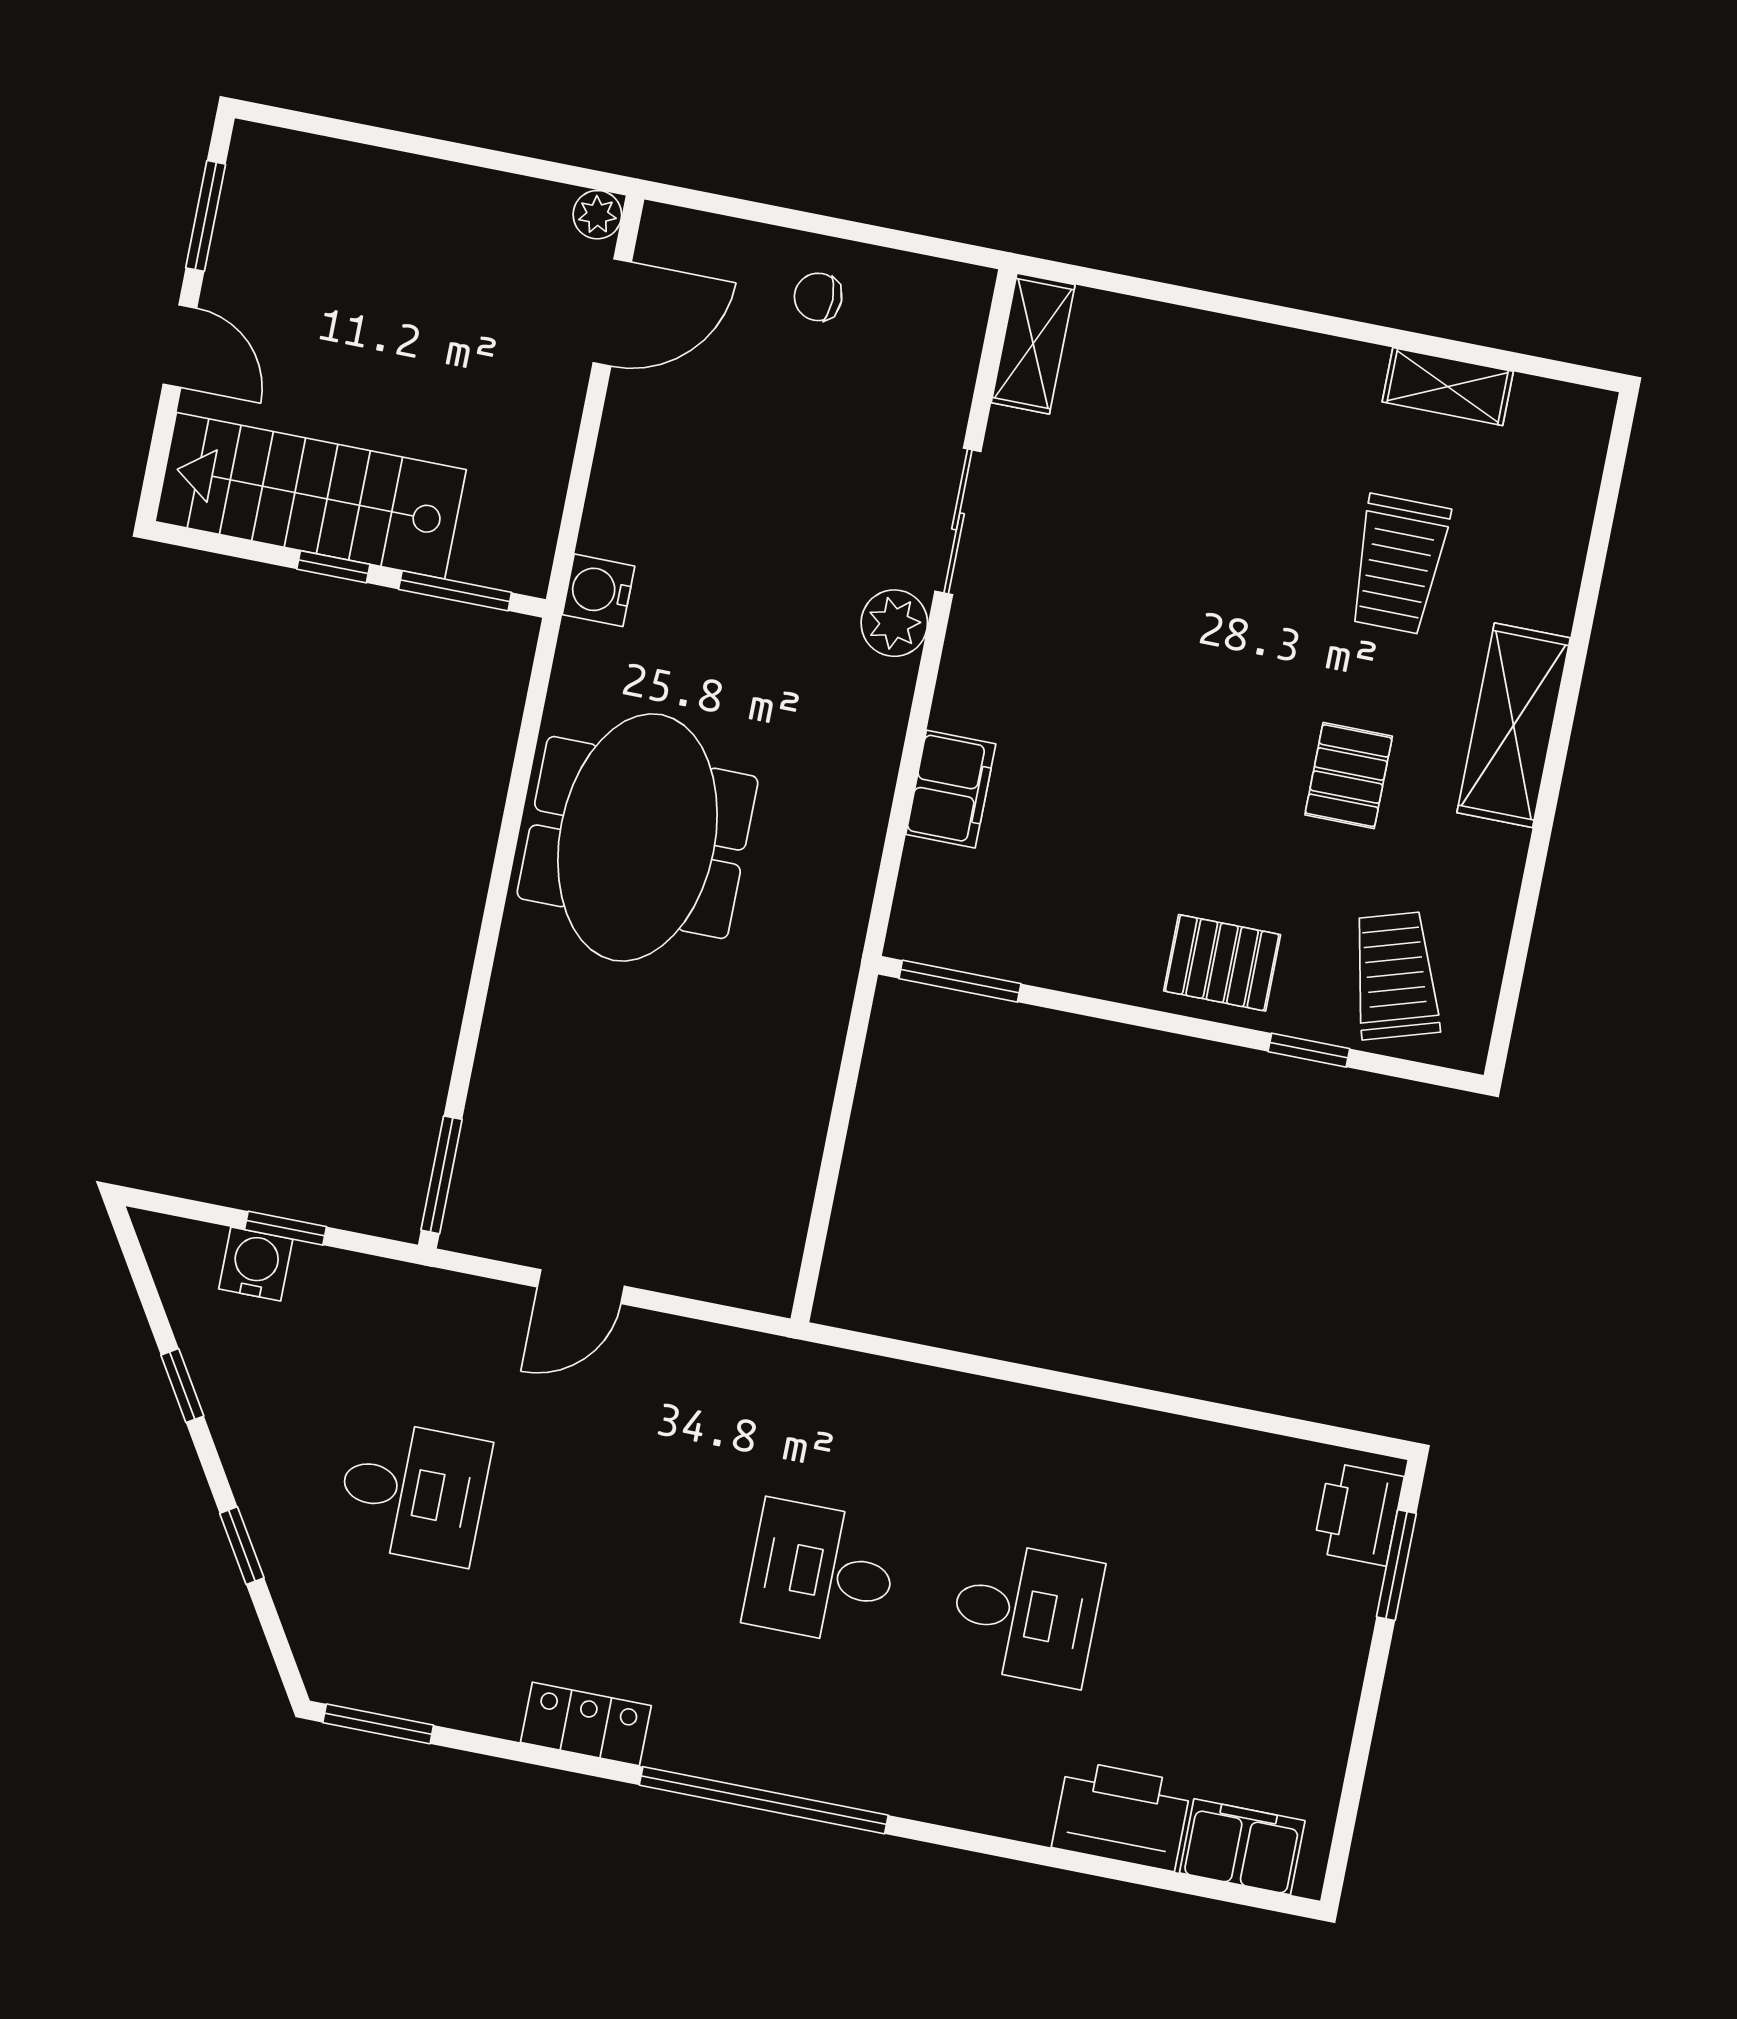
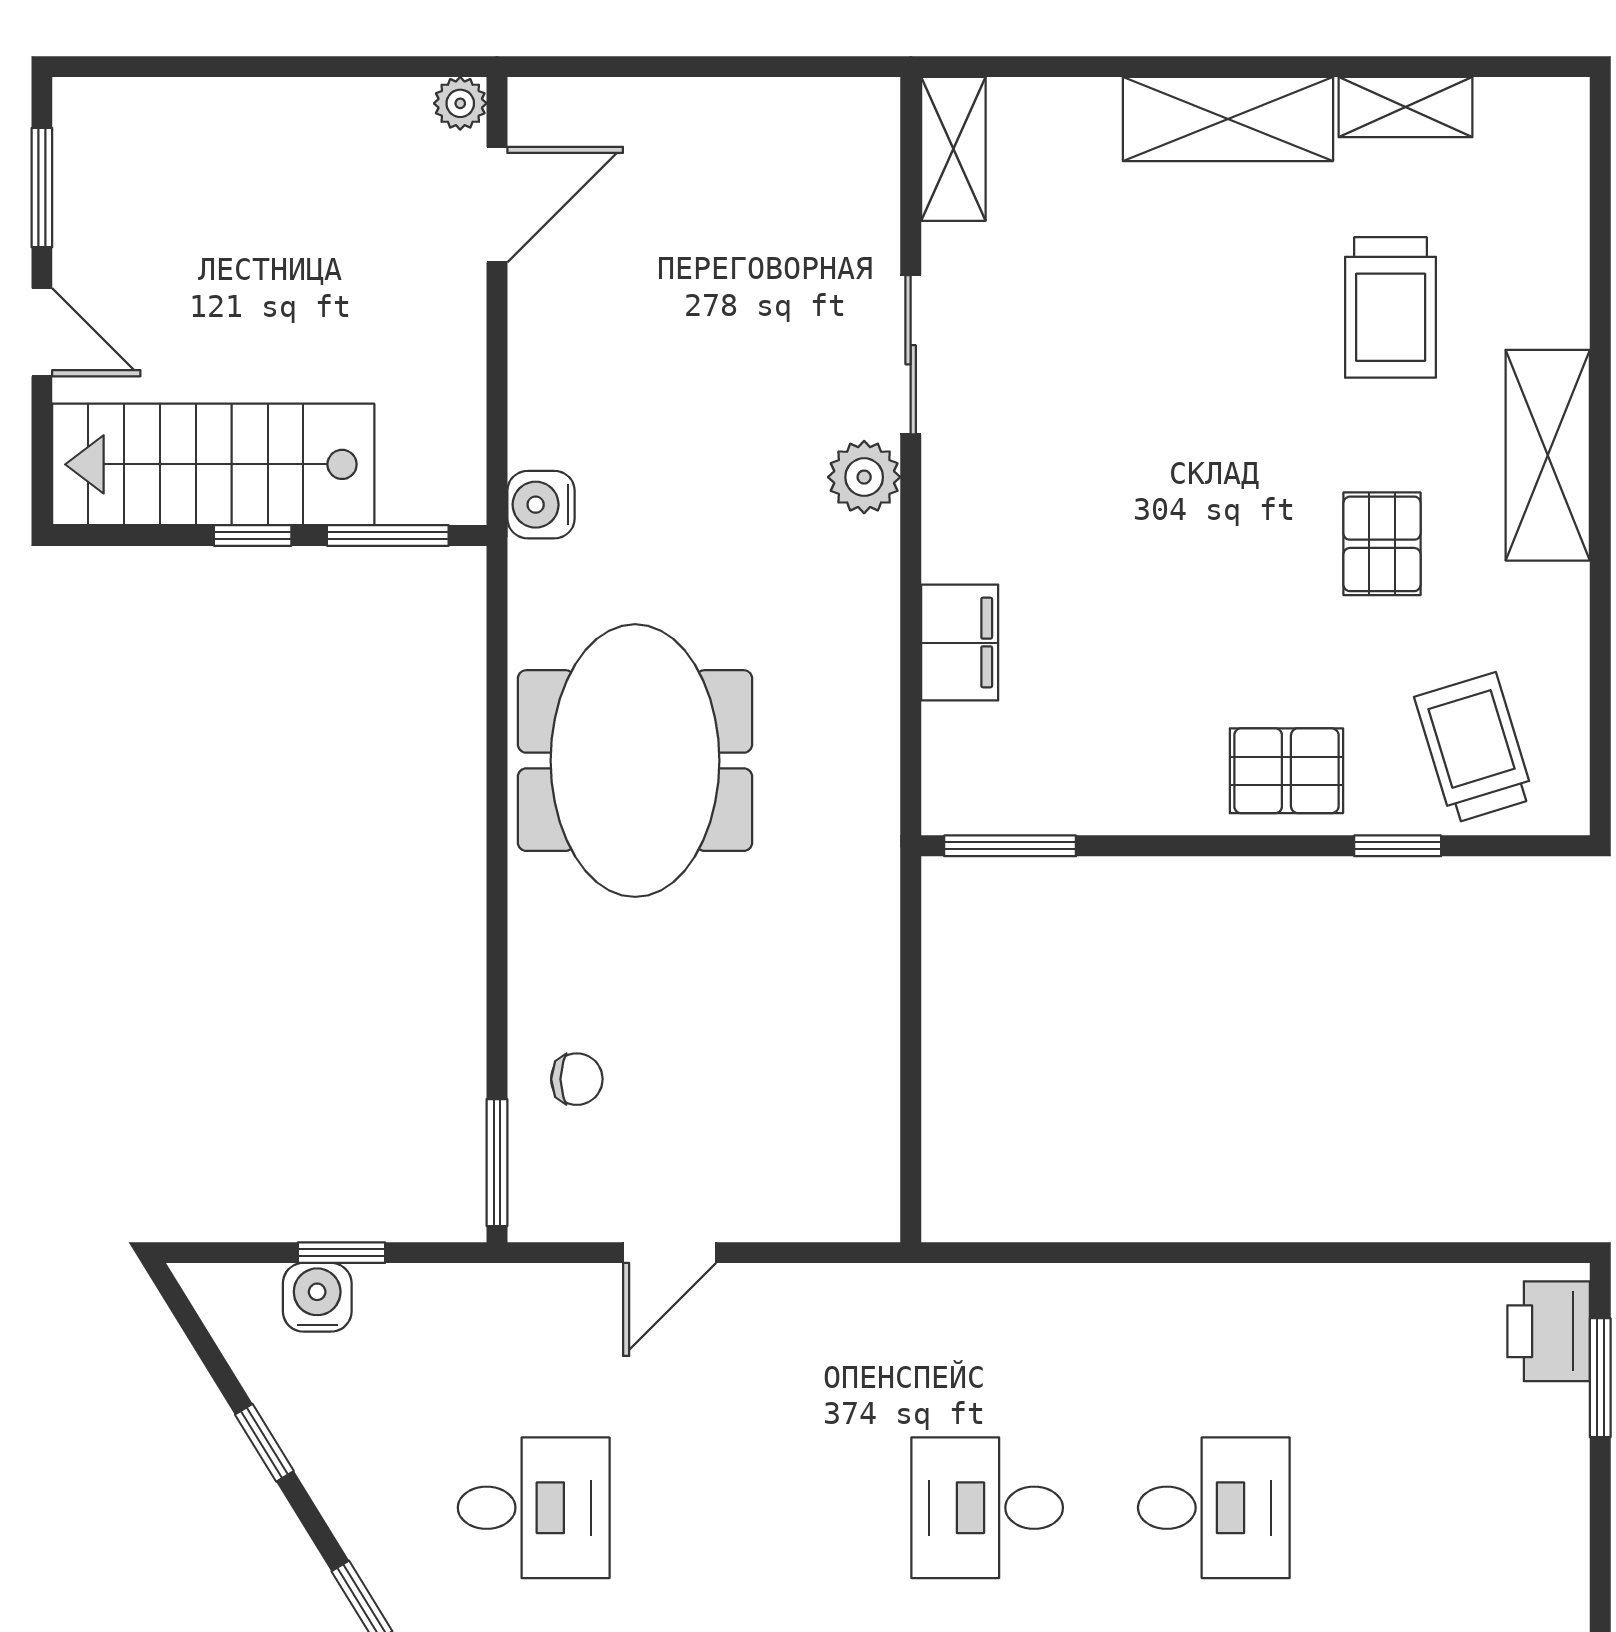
chair: (818, 297) -> (577, 1079), moved, turned 180
shelving: (1286, 366) -> (1228, 119), added

